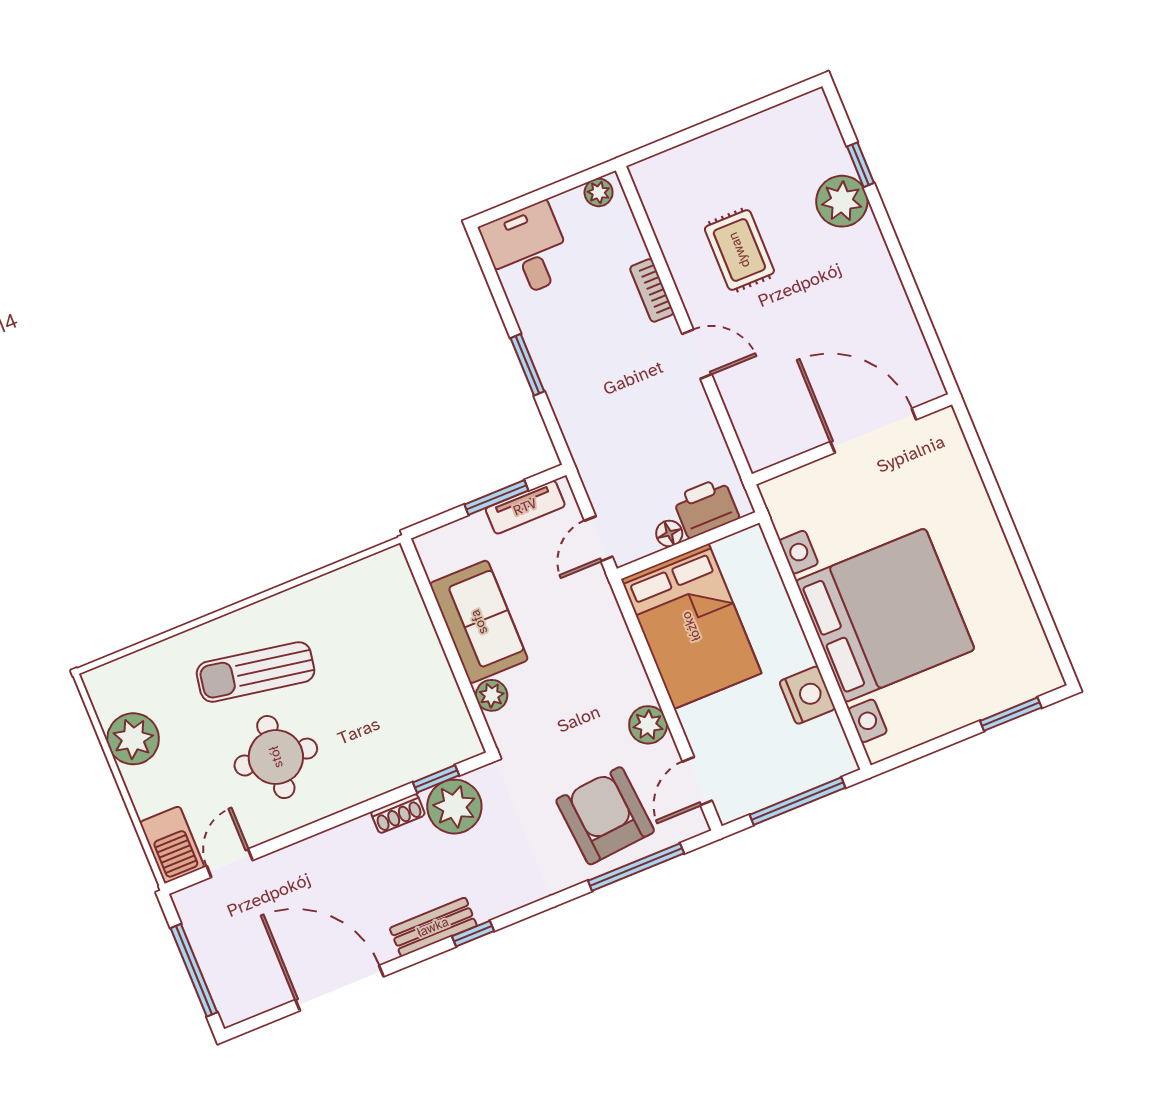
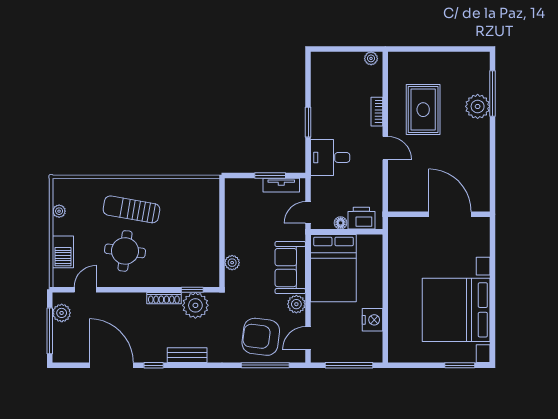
window: (860, 165) -> (492, 94), width x2.17
desk: (527, 250) -> (330, 157), moved, turned -90
rug: (739, 250) -> (423, 110), width x1.36, depth x1.43
bed with nightstands: (885, 615) -> (456, 310), moved, turned 180
sofa: (479, 622) -> (290, 268), moved, turned 180
plant: (133, 739) -> (59, 211), width x0.53, depth x0.53
shoe rack: (398, 813) -> (164, 298), width x1.43
armchair: (605, 816) -> (261, 337), turned -78
barbecue: (172, 845) -> (63, 252), moved
plant: (202, 926) -> (62, 313), added
bench: (433, 927) -> (187, 355), moved
window: (473, 934) -> (154, 365), moved

